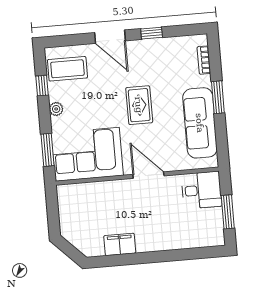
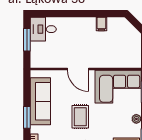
desk: (201, 190) -> (43, 29), moved
filing cabinet: (120, 244) -> (101, 24), width x0.50

